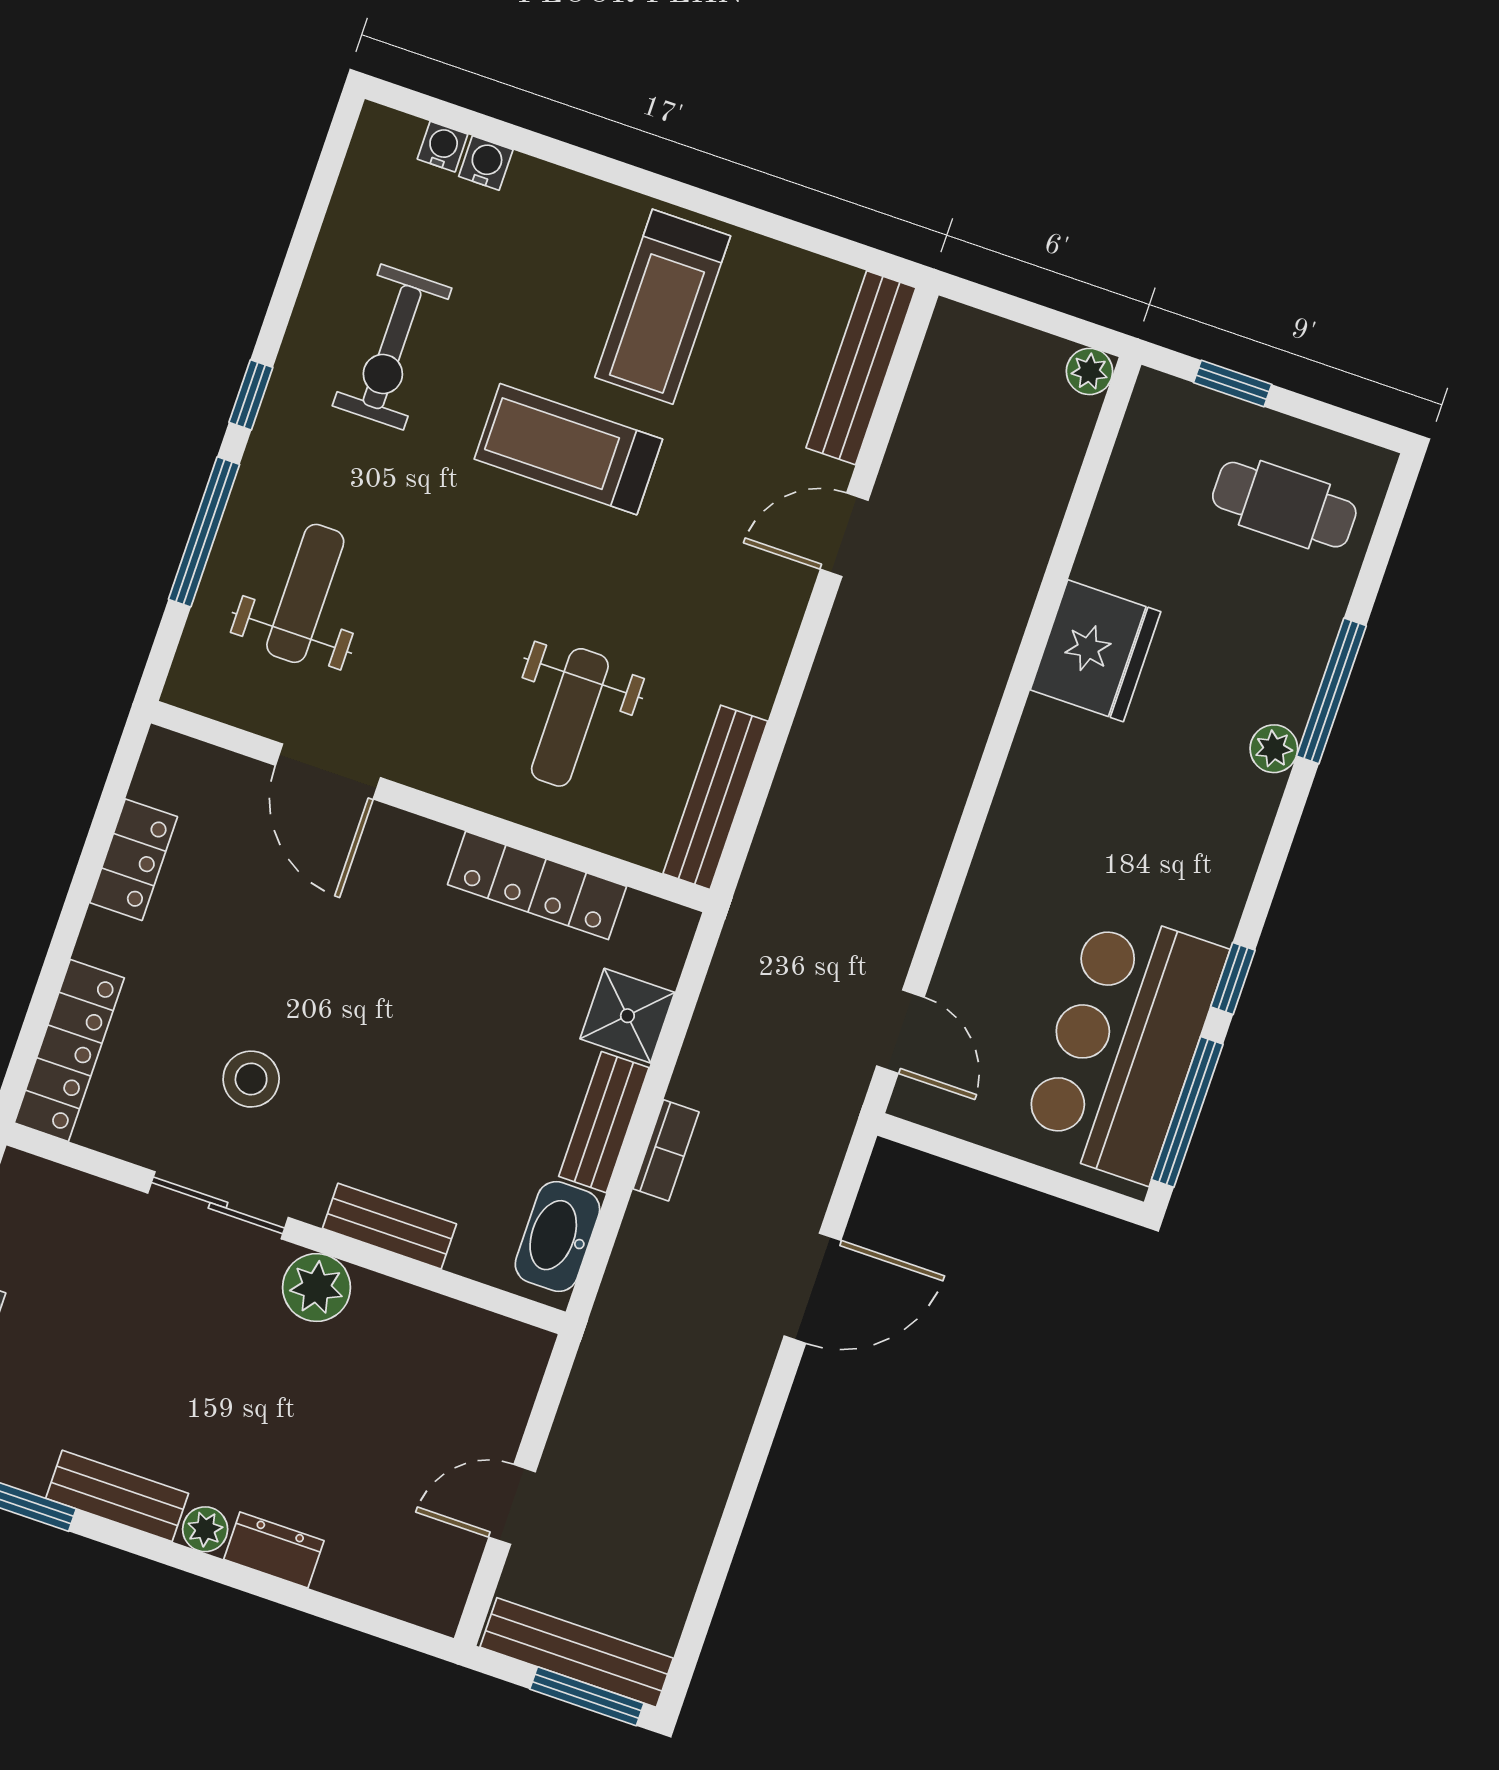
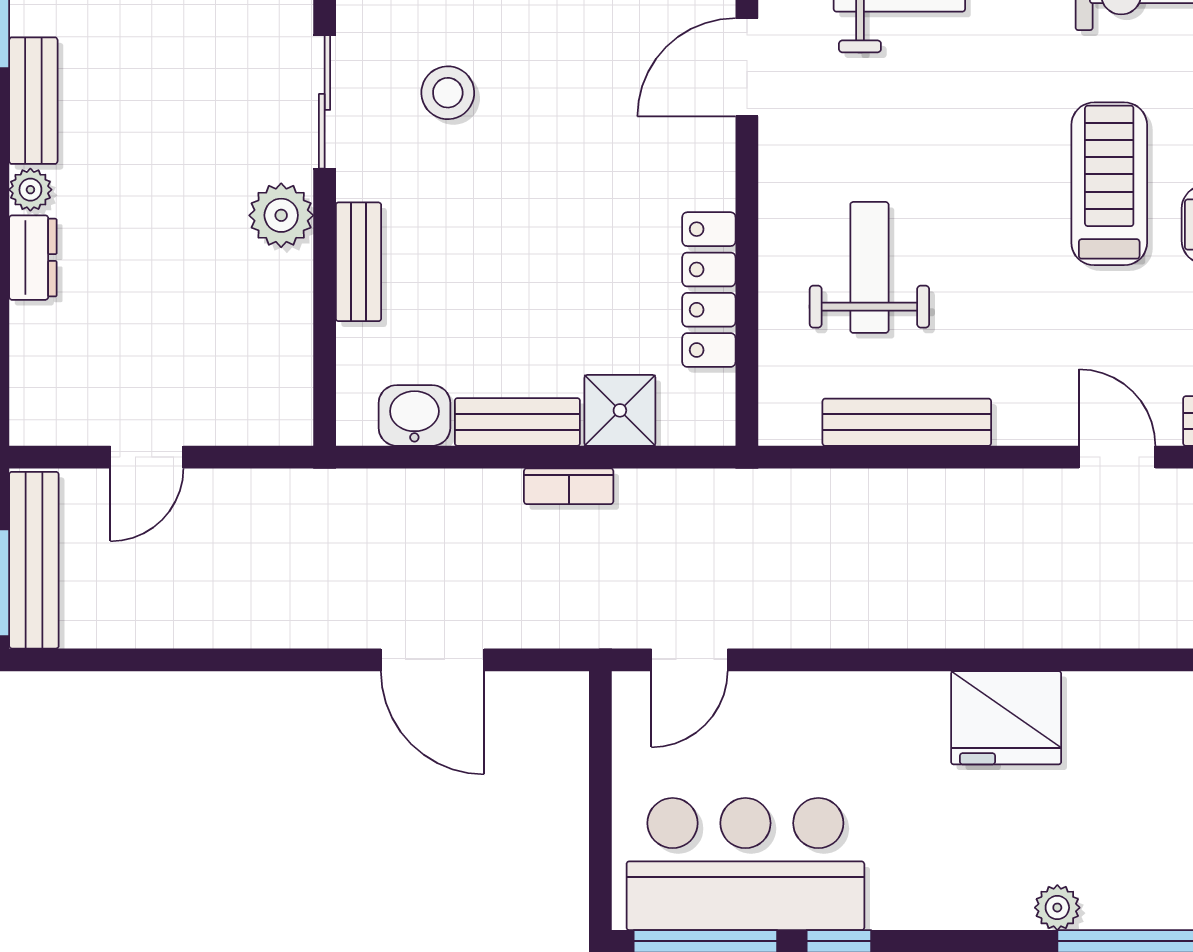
fridge: (1095, 651) -> (1006, 718), moved
weight bench: (570, 717) -> (869, 267), turned 90
bench: (715, 797) -> (907, 422), moved
bookcase: (666, 1150) -> (569, 486), moved
washbasin: (557, 1237) -> (414, 415), width x0.72
door: (512, 1504) -> (147, 457), swing flipped

